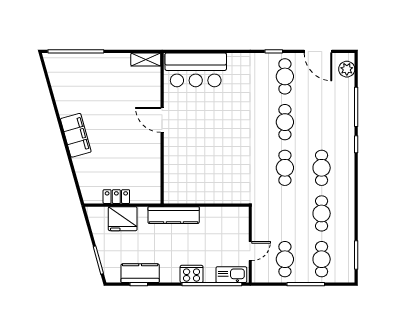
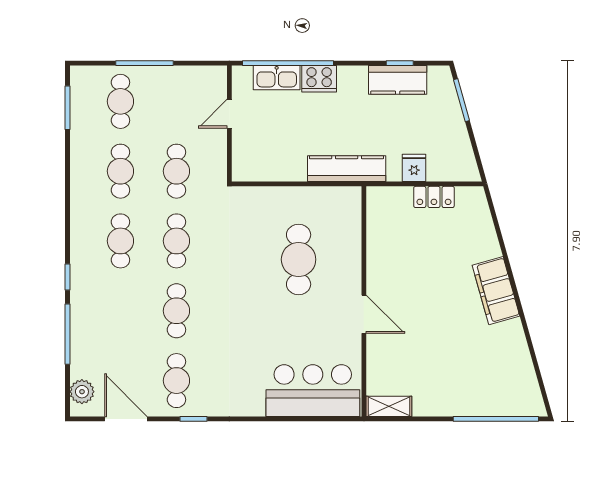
cafe table: (205, 156) -> (299, 259), added
fridge: (123, 219) -> (414, 168), width x0.53, depth x0.75
cafe table: (285, 259) -> (176, 171), moved
kitchen sink: (231, 275) -> (277, 78), moved

